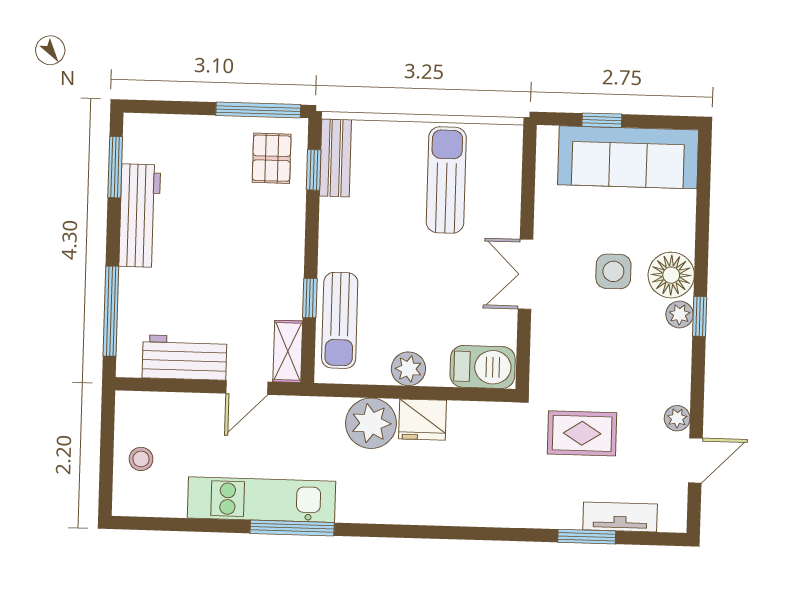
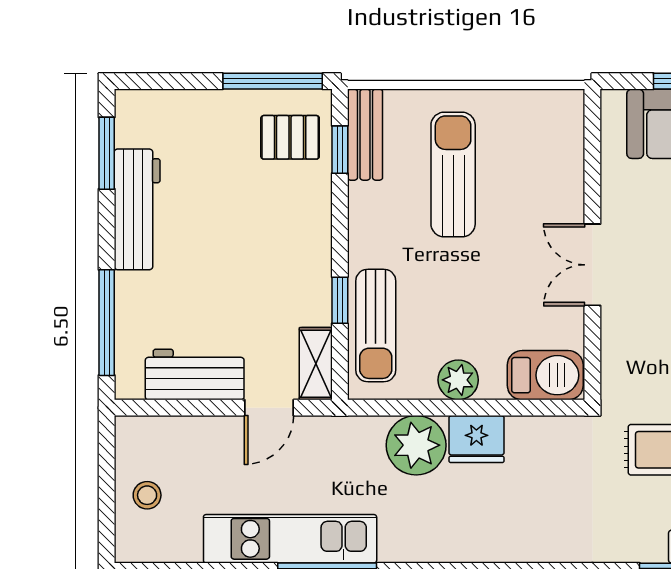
pallet: (272, 158) -> (290, 137), turned 90
sun lounger: (446, 180) -> (453, 175), moved

